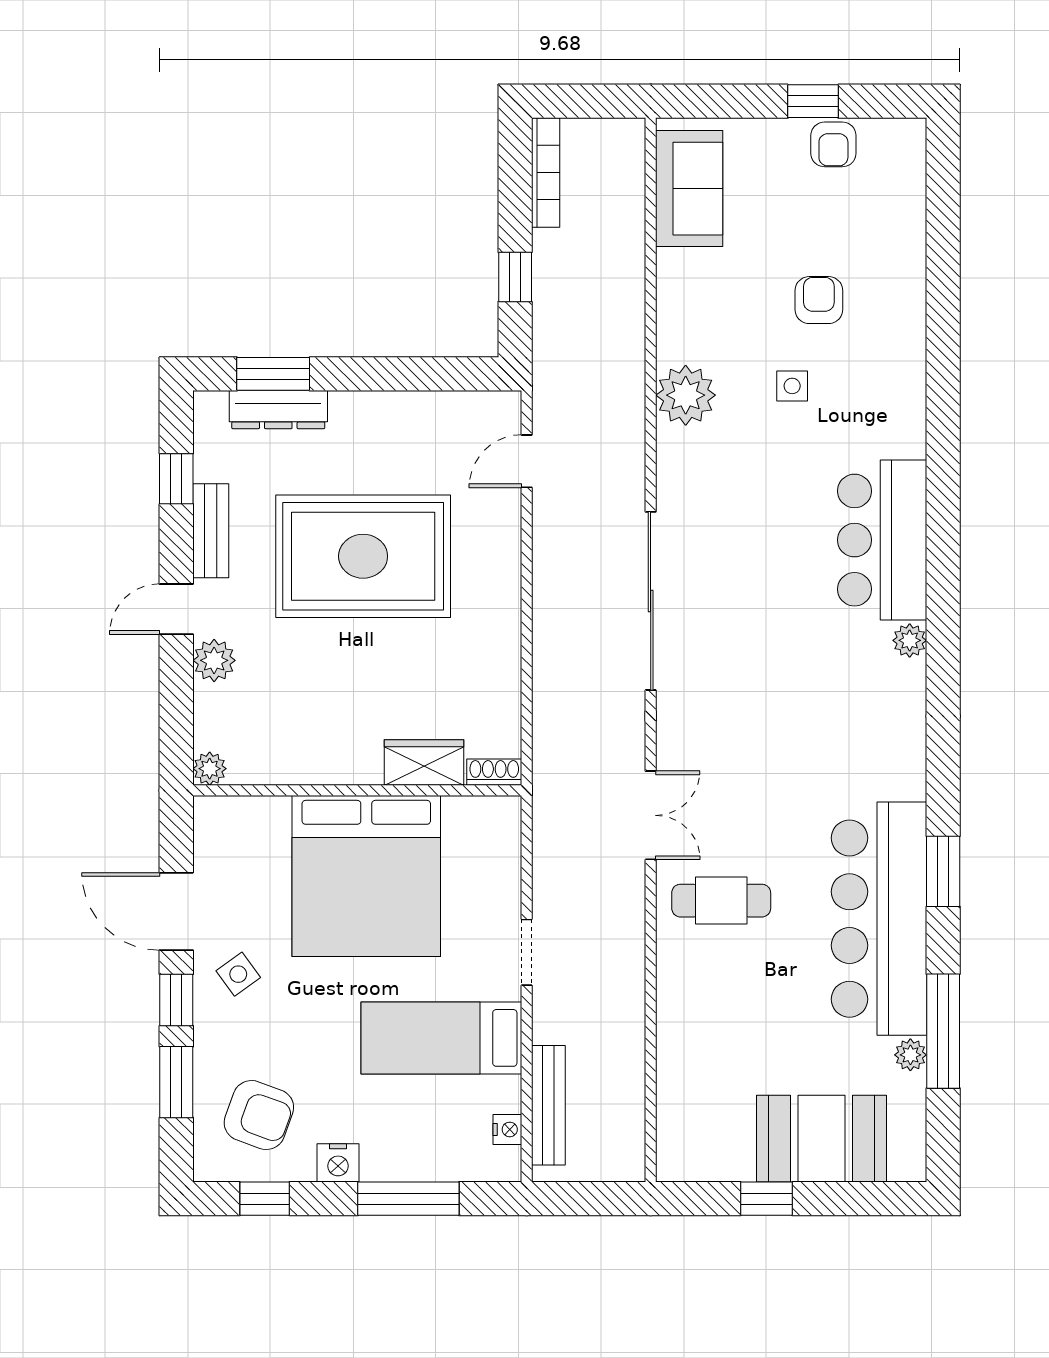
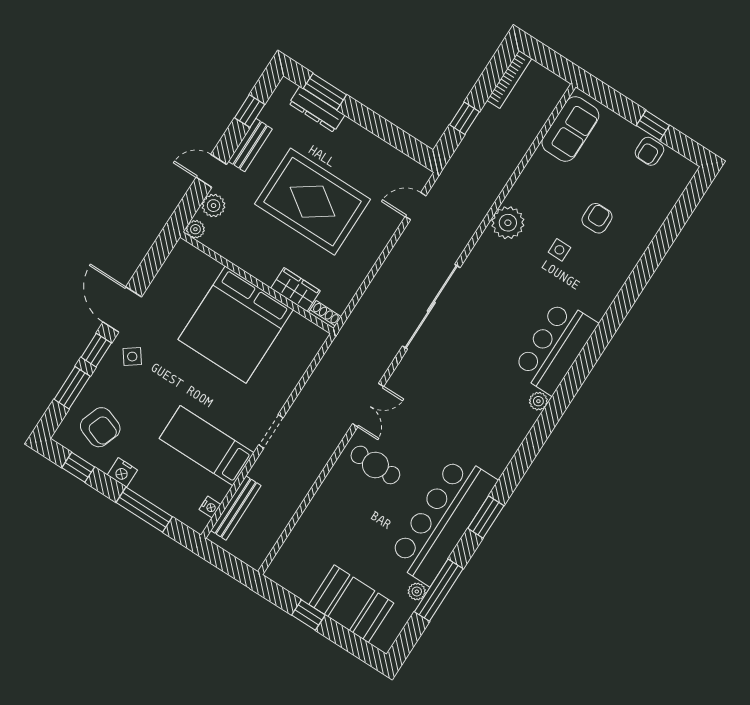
wardrobe: (424, 763) -> (296, 290), moved
plant: (210, 769) -> (195, 229), moved
shoe rack: (494, 772) -> (325, 315), moved
wall: (357, 790) -> (257, 283), moved
bed: (366, 876) -> (236, 325), moved

